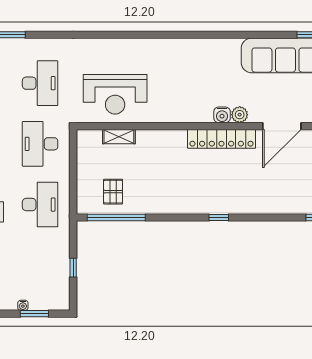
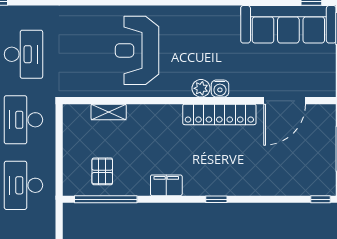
reception desk: (115, 94) -> (137, 50), moved, turned 90
plant: (240, 115) -> (201, 88), moved
desk: (40, 205) -> (23, 185), turned 180
filing cabinet: (172, 205) -> (166, 185), added

